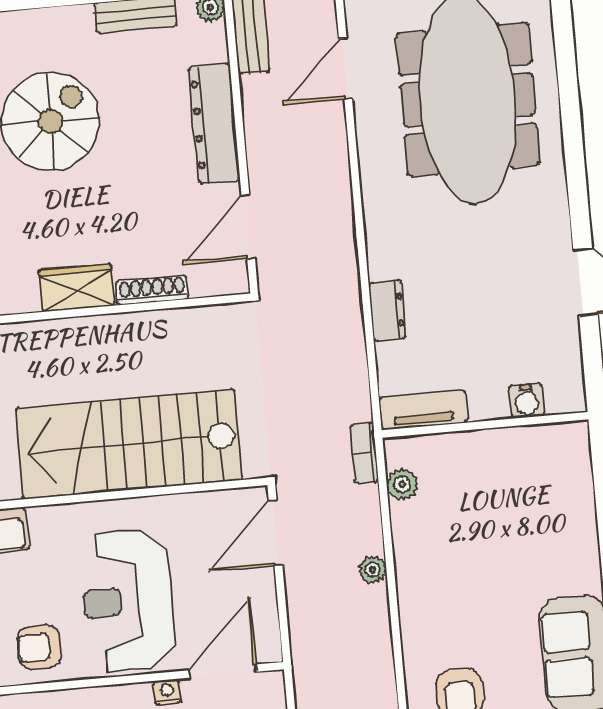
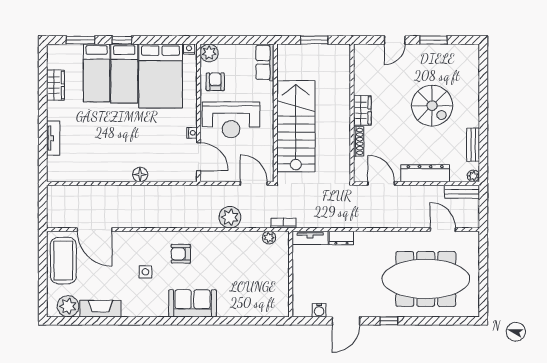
window: (576, 179) -> (389, 321), added
water cooler: (527, 401) -> (319, 310), moved, turned -90
tv unit: (423, 410) -> (310, 238), moved, turned 90
plant: (373, 570) -> (230, 217), width x1.88, depth x1.88
reception desk: (127, 601) -> (231, 120), turned 180

